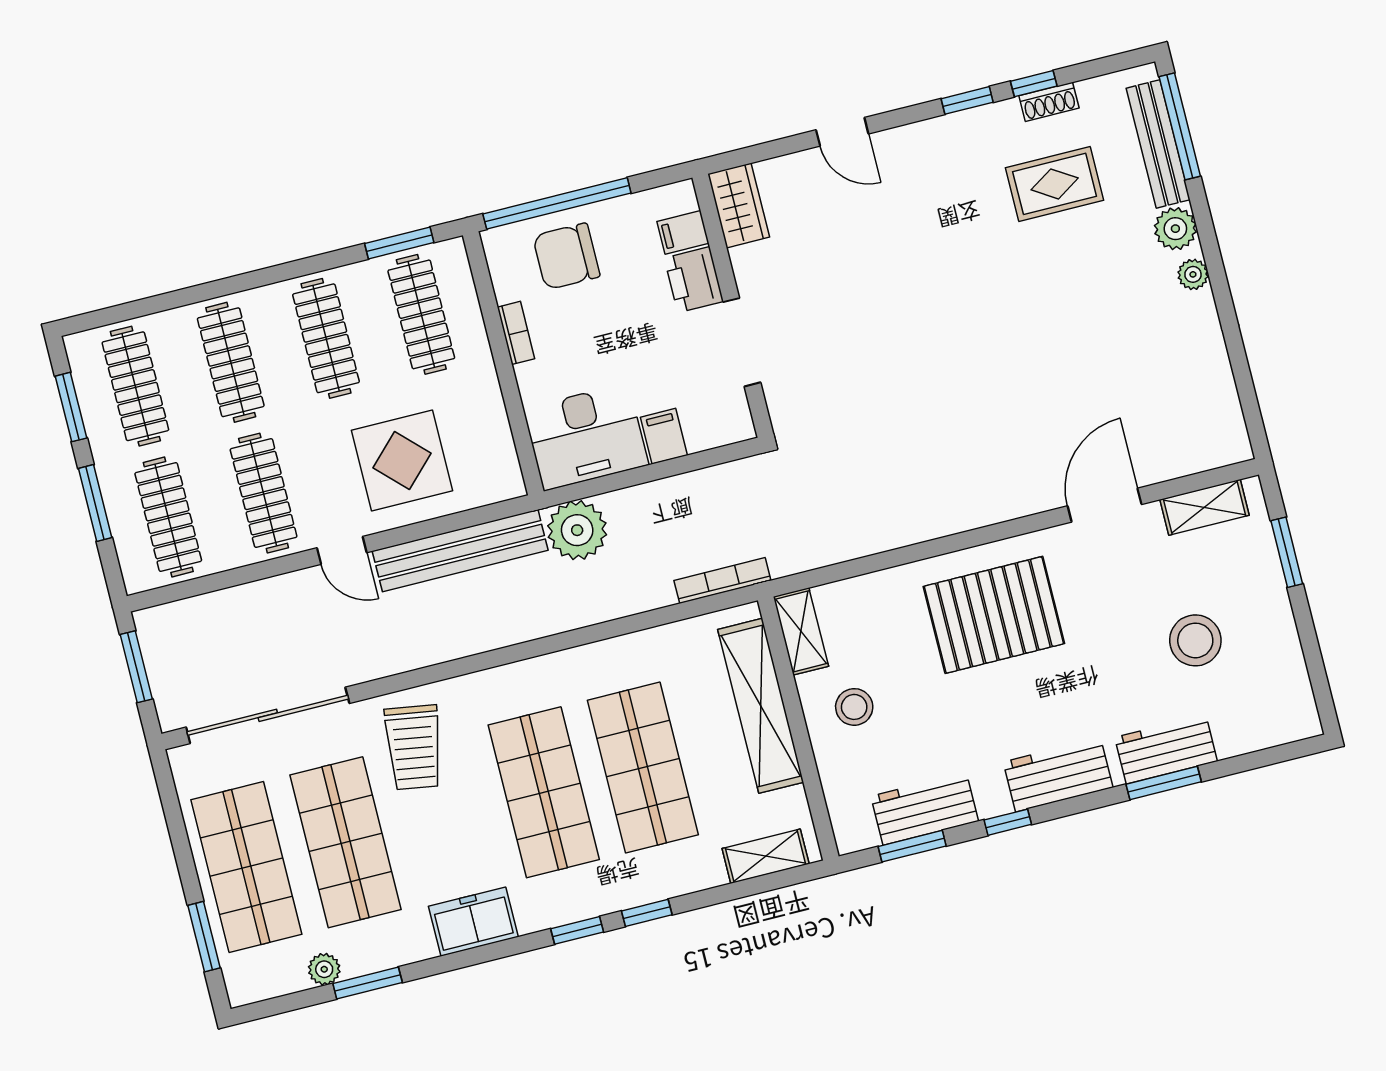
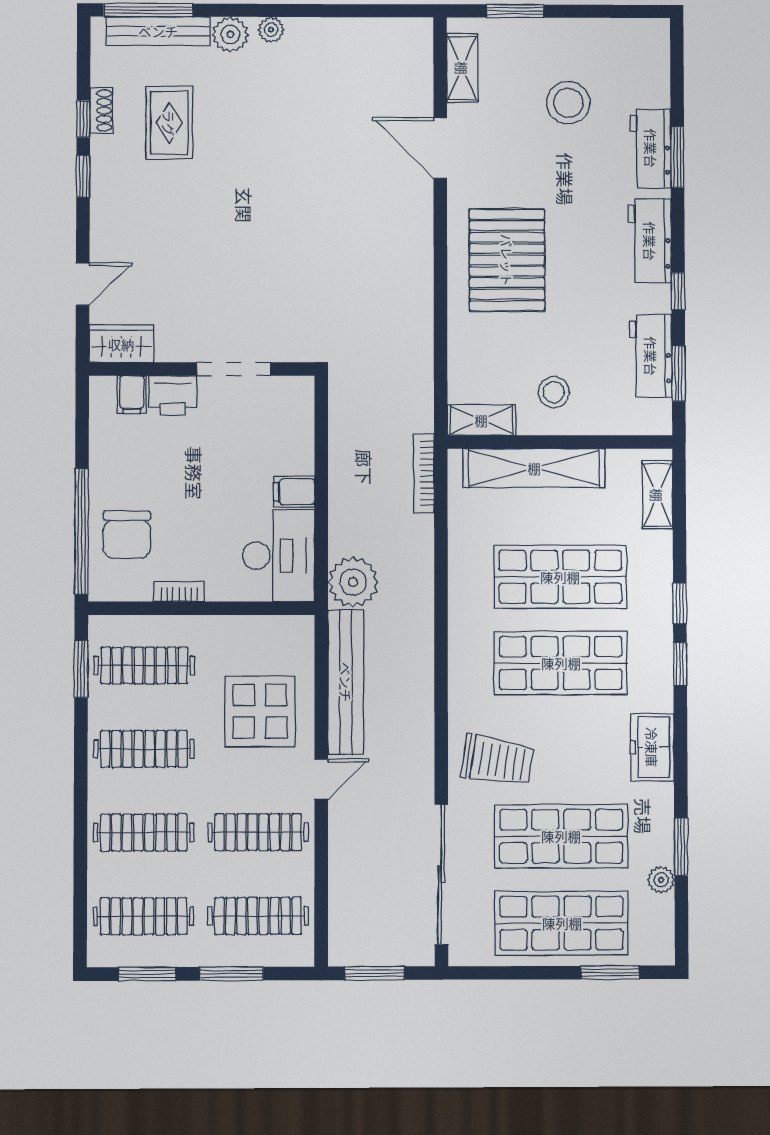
wardrobe: (739, 205) -> (121, 344), moved
filing cabinet: (683, 232) -> (132, 395), moved
printer: (694, 280) -> (173, 395), moved
wall: (733, 306) -> (202, 369), moved
doorway: (742, 342) -> (234, 369), moved

